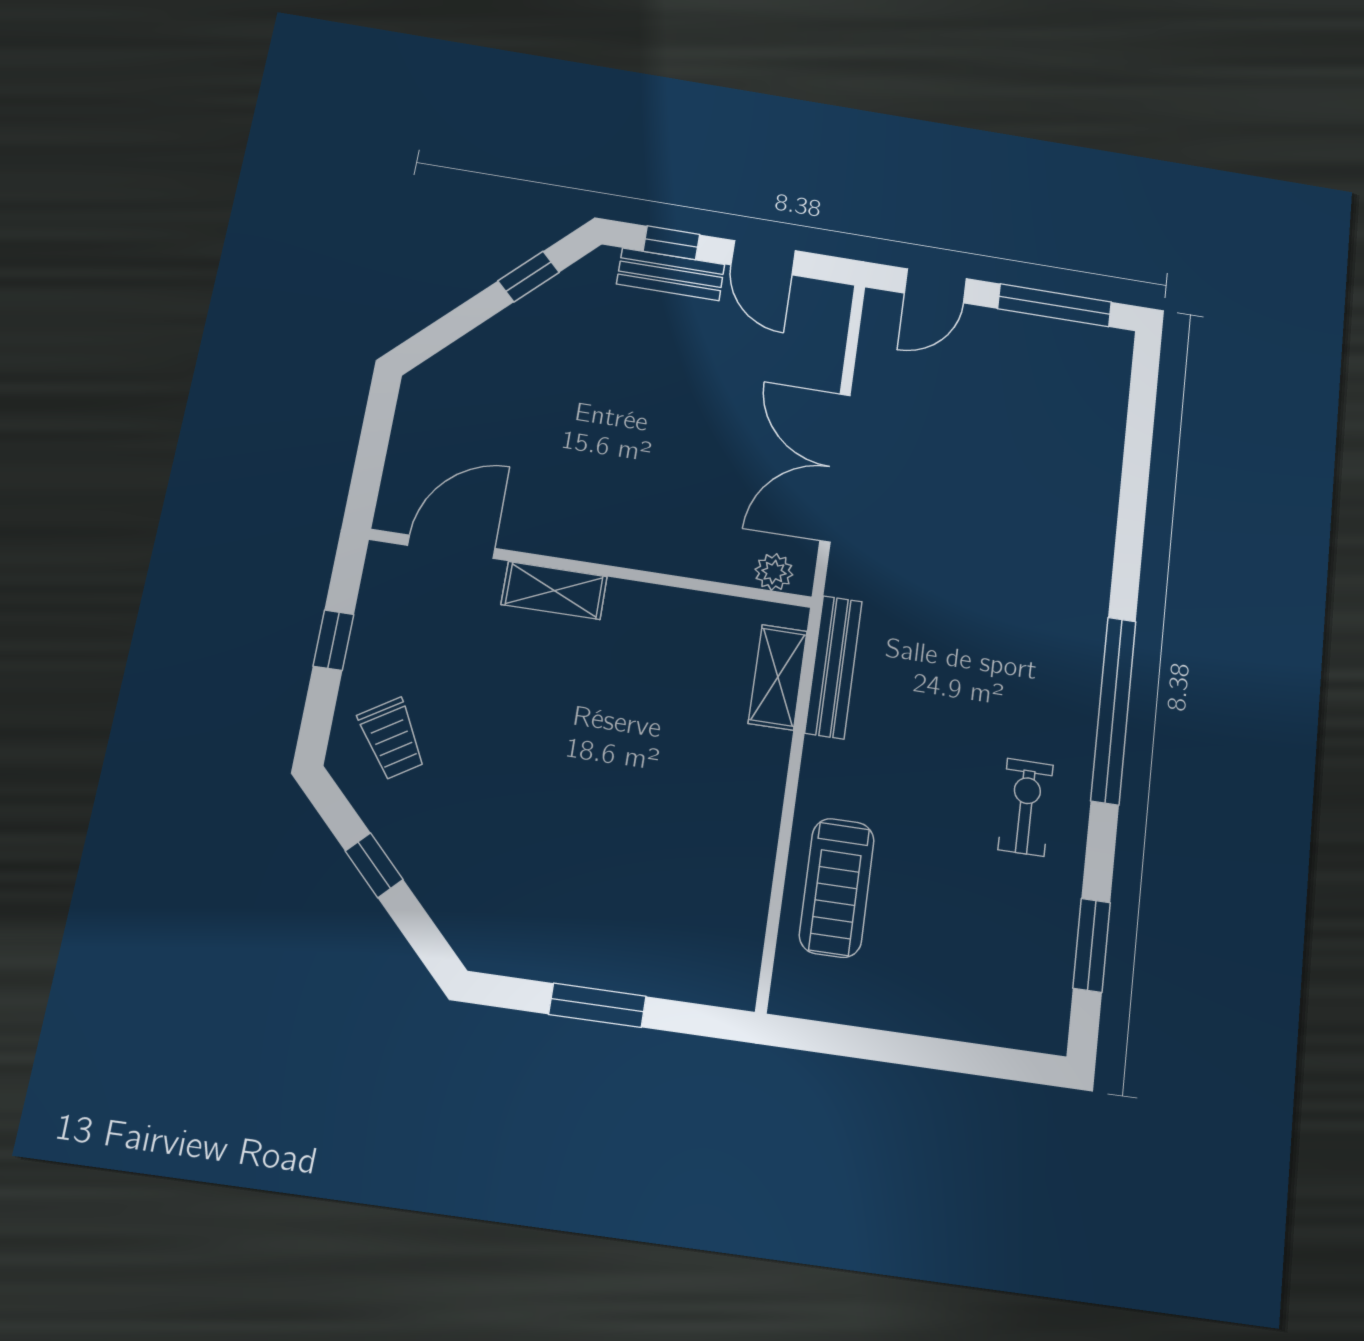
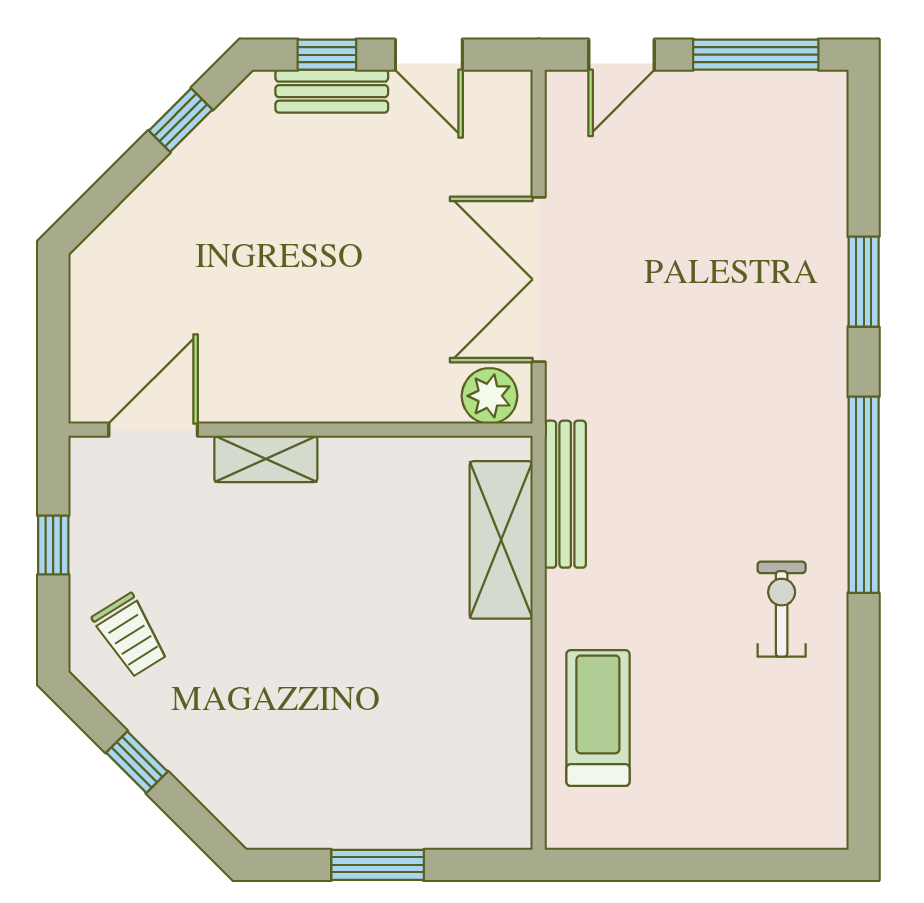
plant: (774, 572) -> (490, 396), width x1.38, depth x1.38
shelving: (778, 677) -> (501, 540), width x1.50, depth x1.33
treadmill: (837, 888) -> (598, 718), turned 180
window: (1092, 945) -> (864, 282), moved

